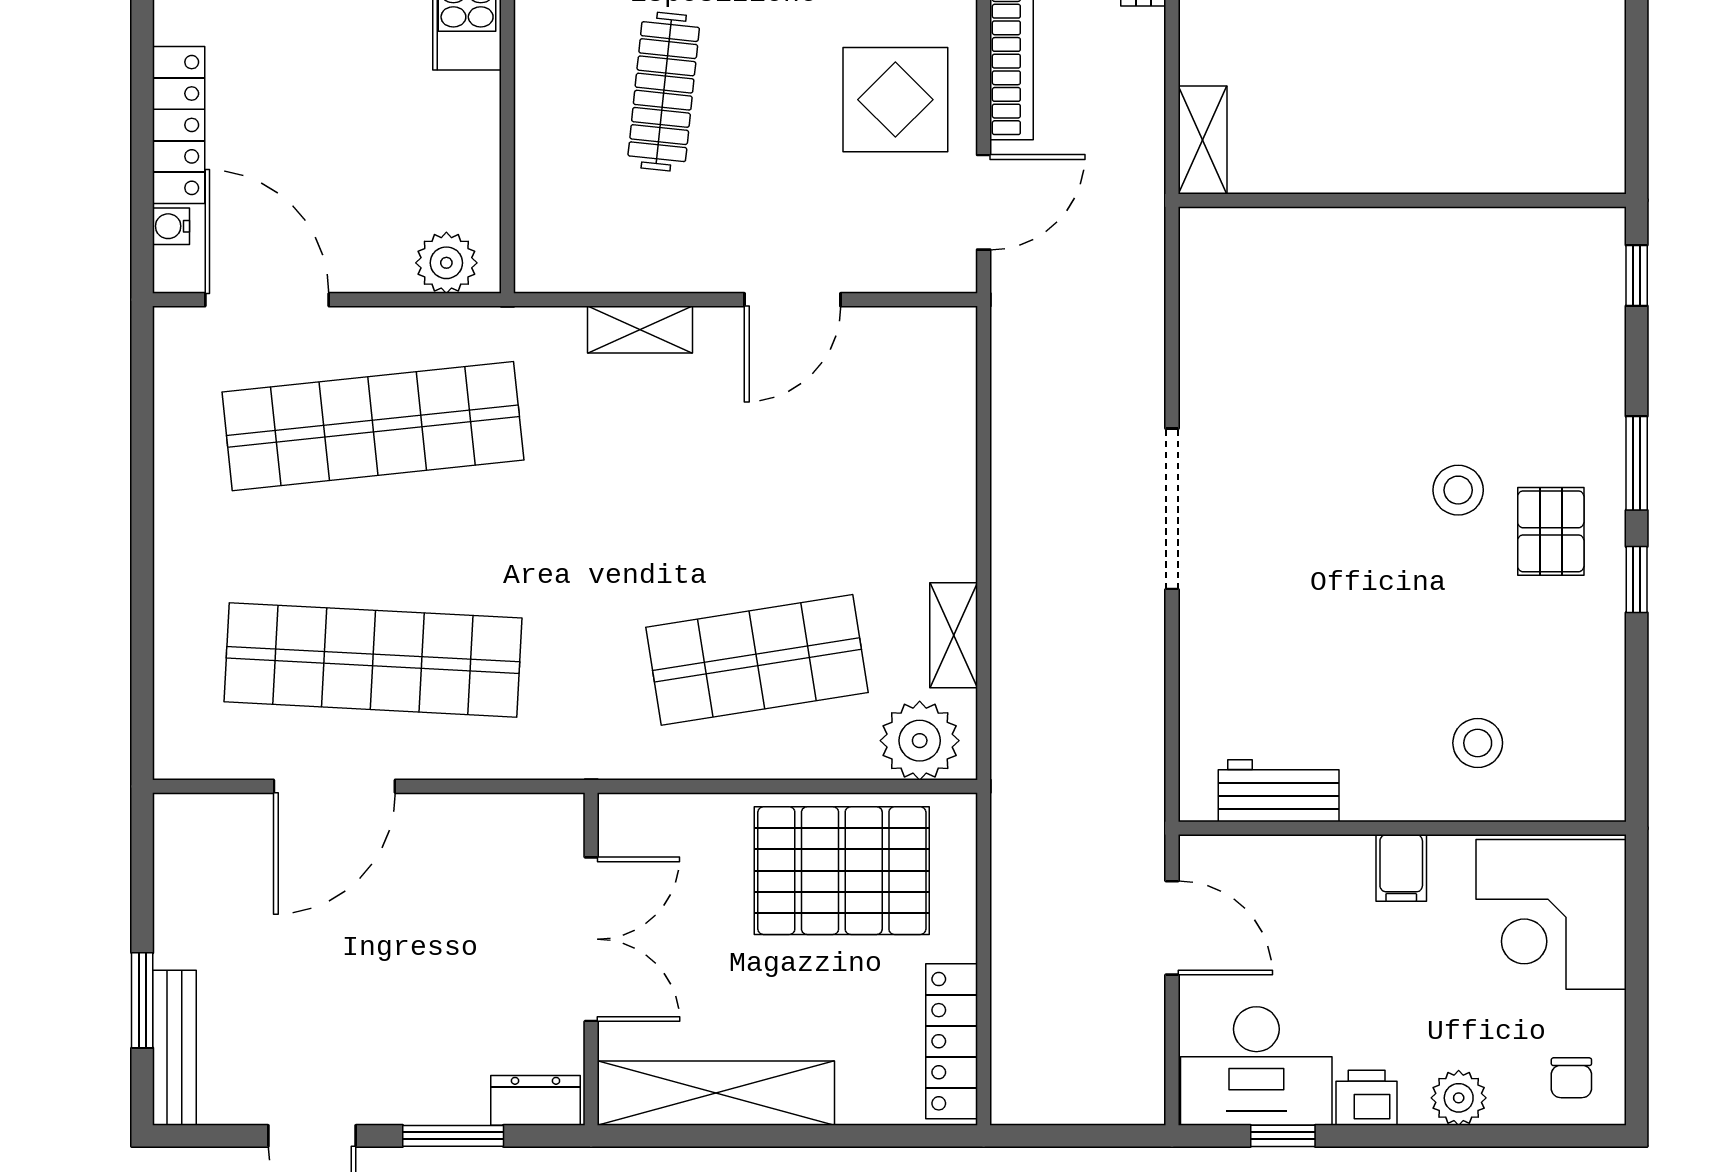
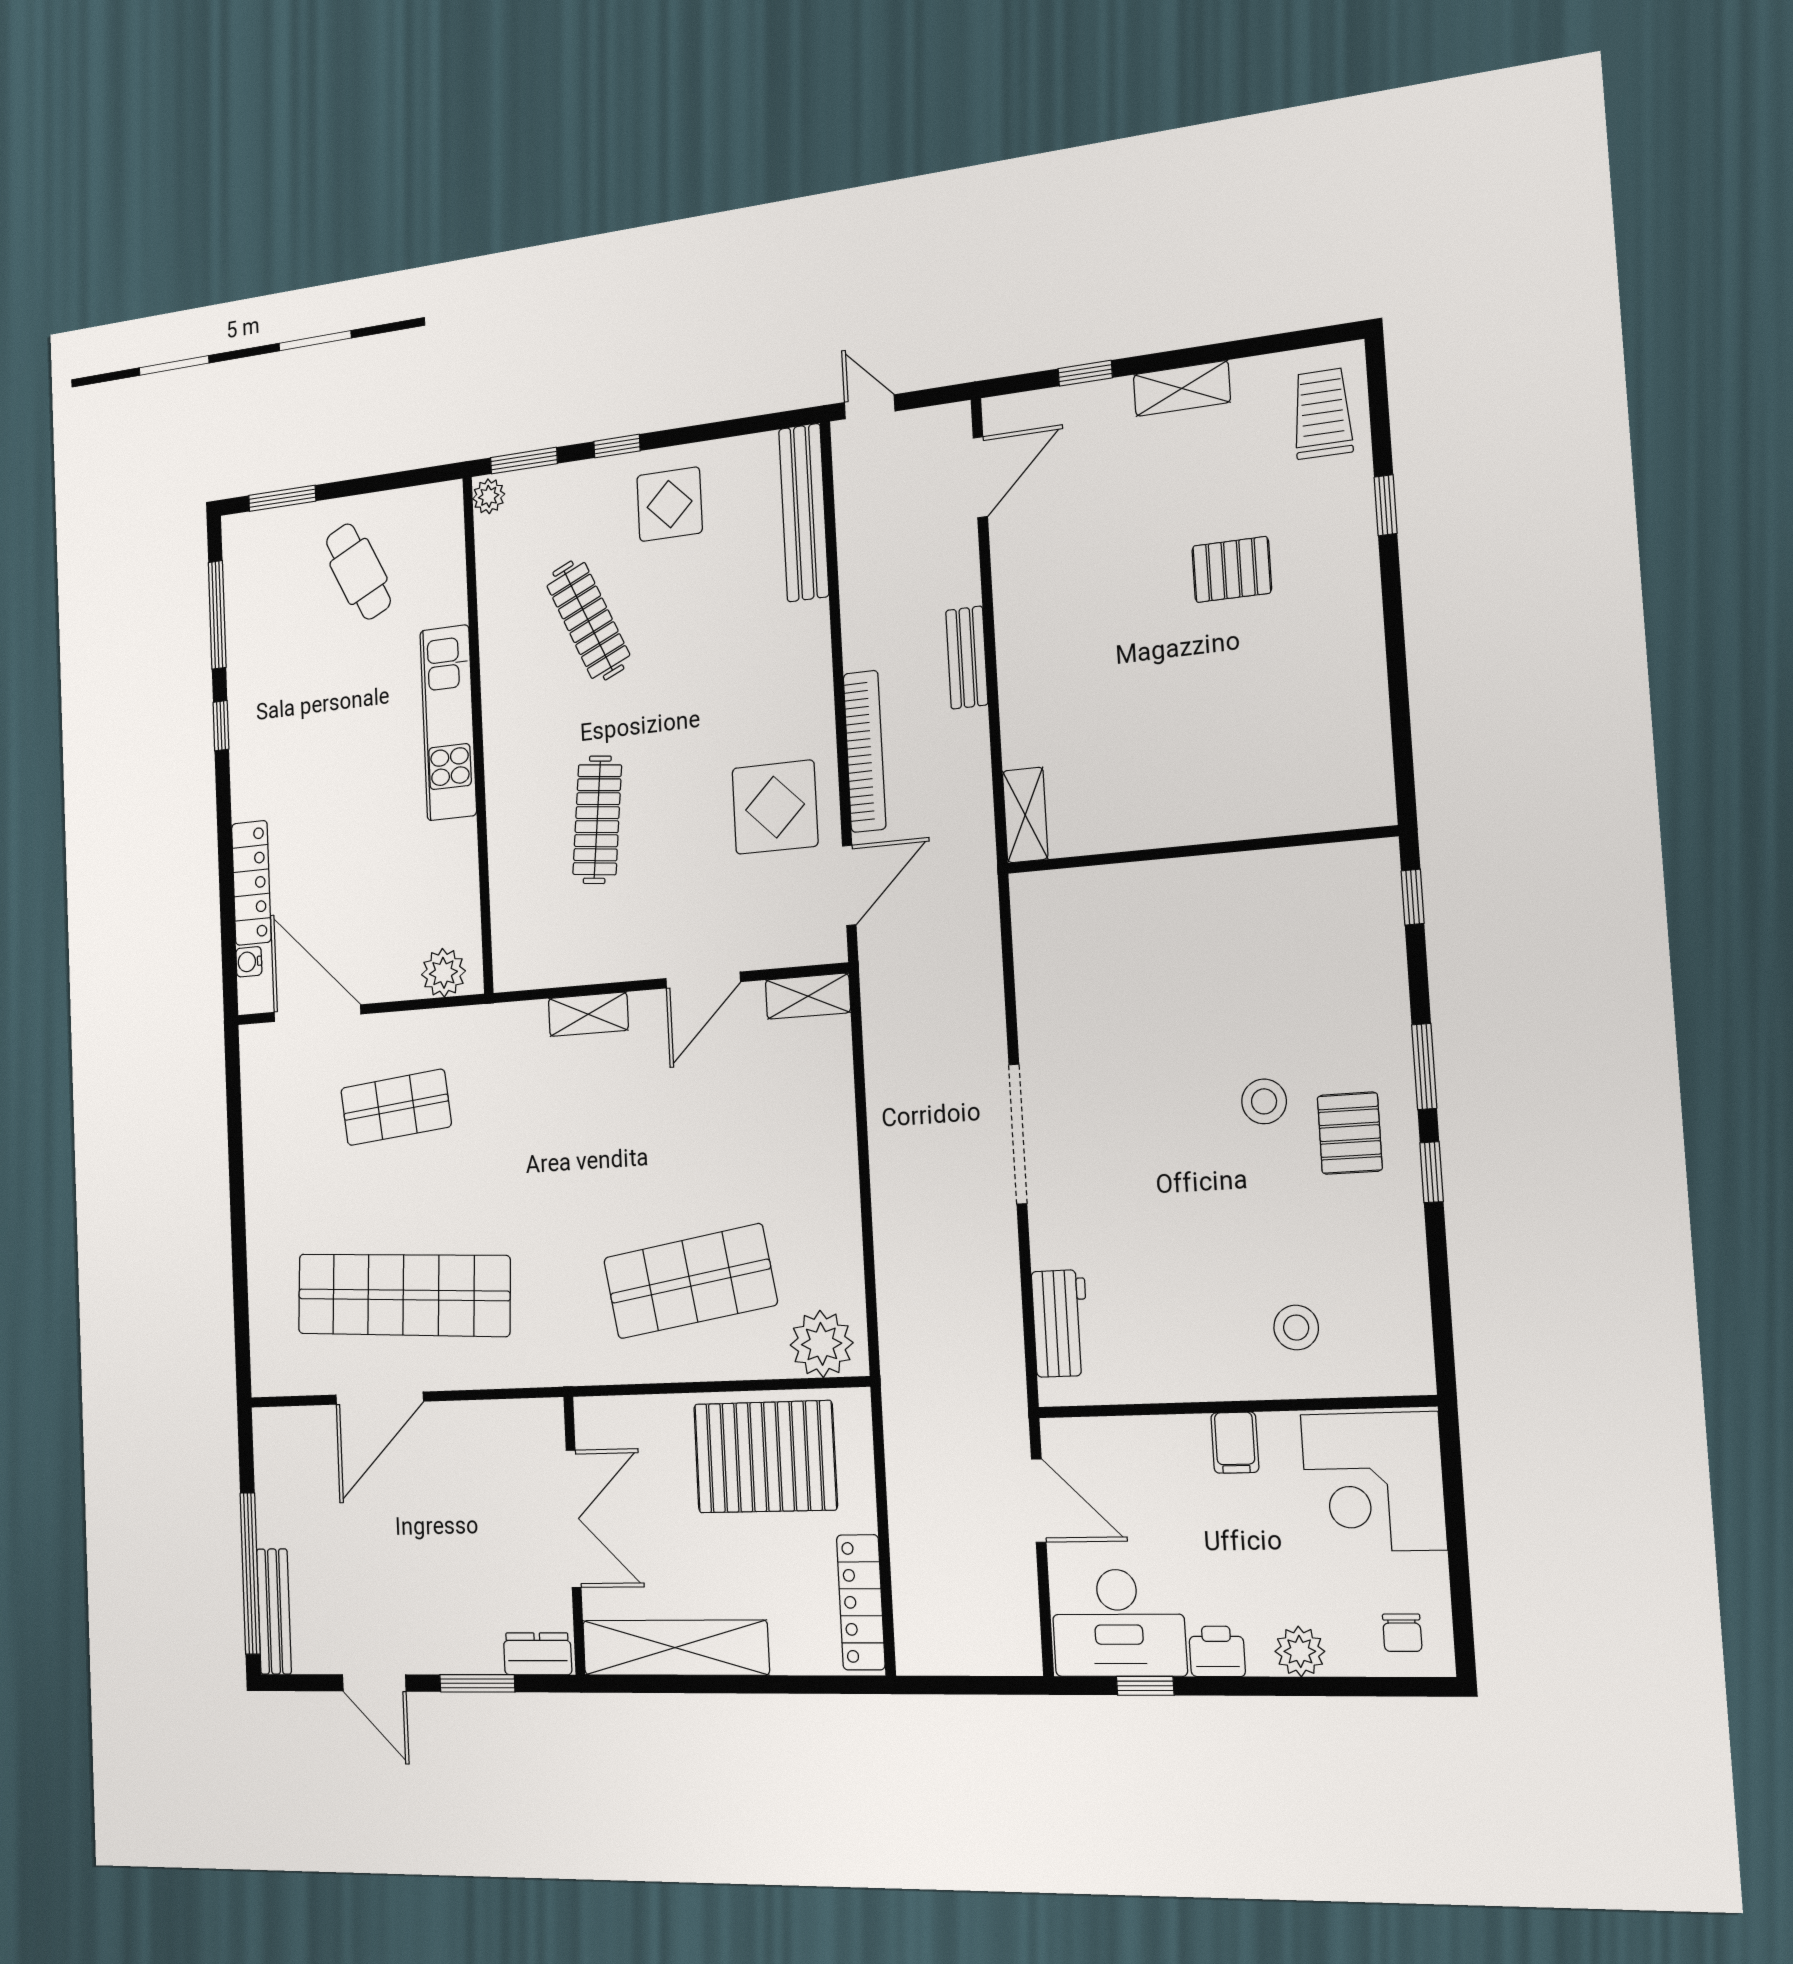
shop shelf: (373, 426) -> (396, 1107), width x0.50, depth x0.74
shelving: (954, 635) -> (808, 996), moved, turned 90
workbench: (1279, 791) -> (1060, 1323), moved, turned 90
window: (142, 1000) -> (250, 1573), width x2.11

